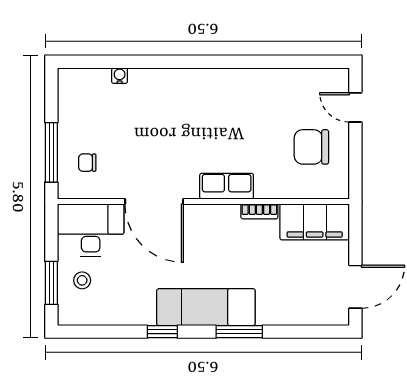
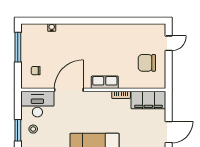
door: (355, 107) -> (169, 43), swing flipped
window: (51, 152) -> (18, 47), moved
door: (154, 201) -> (69, 90), swing flipped

